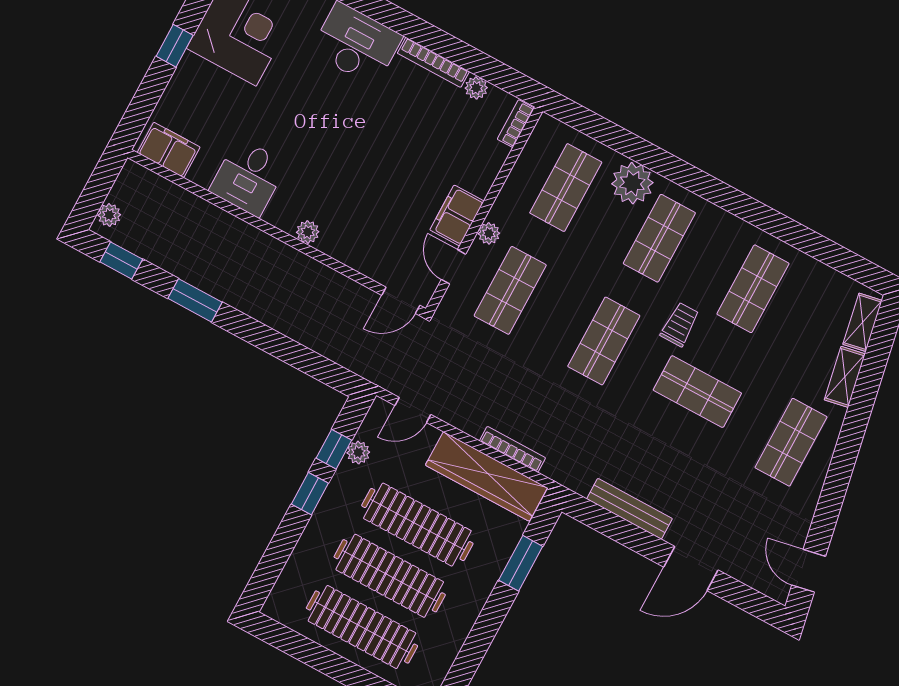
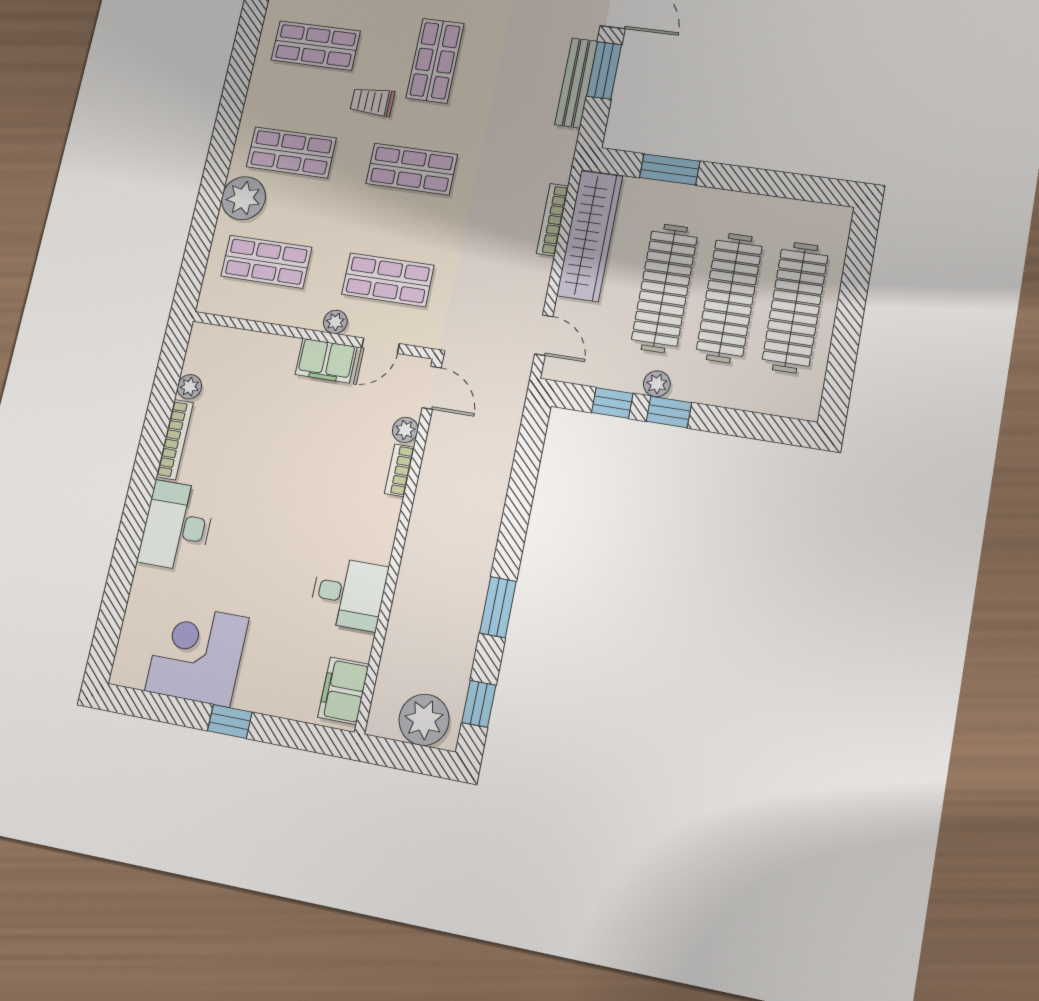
bookcase: (516, 124) -> (399, 470), moved, turned 90
plant: (109, 215) -> (424, 720), width x1.87, depth x1.87
plant: (308, 232) -> (405, 430), moved
plant: (358, 453) -> (657, 384), moved
window: (632, 536) -> (604, 70), added

